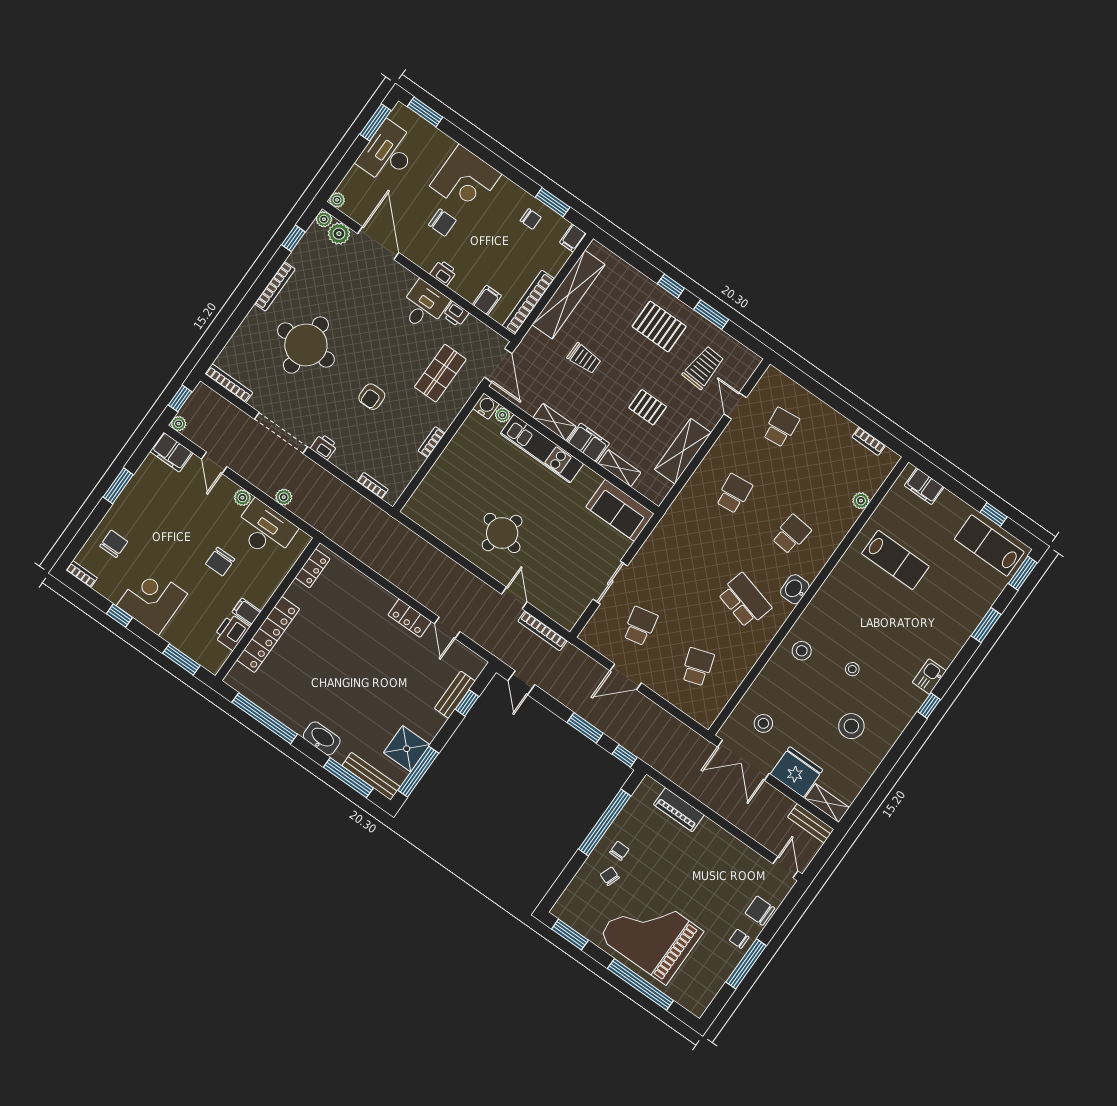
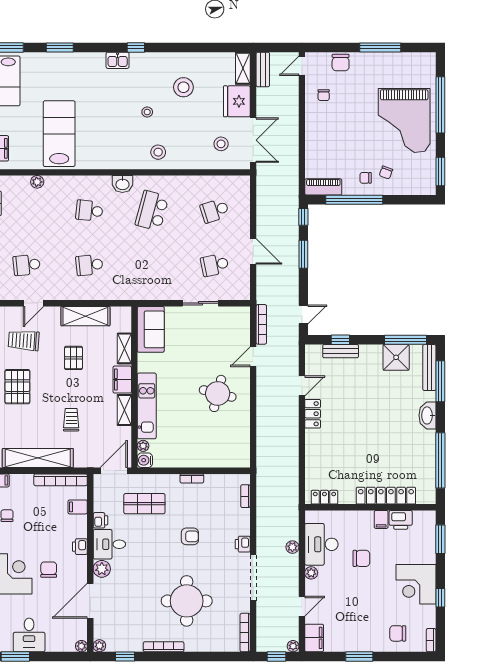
desk: (388, 153) -> (29, 635), width x0.73
plant: (339, 234) -> (102, 569), moved
lab bench: (895, 560) -> (59, 134), width x1.36, depth x1.39
piano: (679, 810) -> (323, 187), moved, turned -90
chair: (739, 939) -> (324, 95), moved

